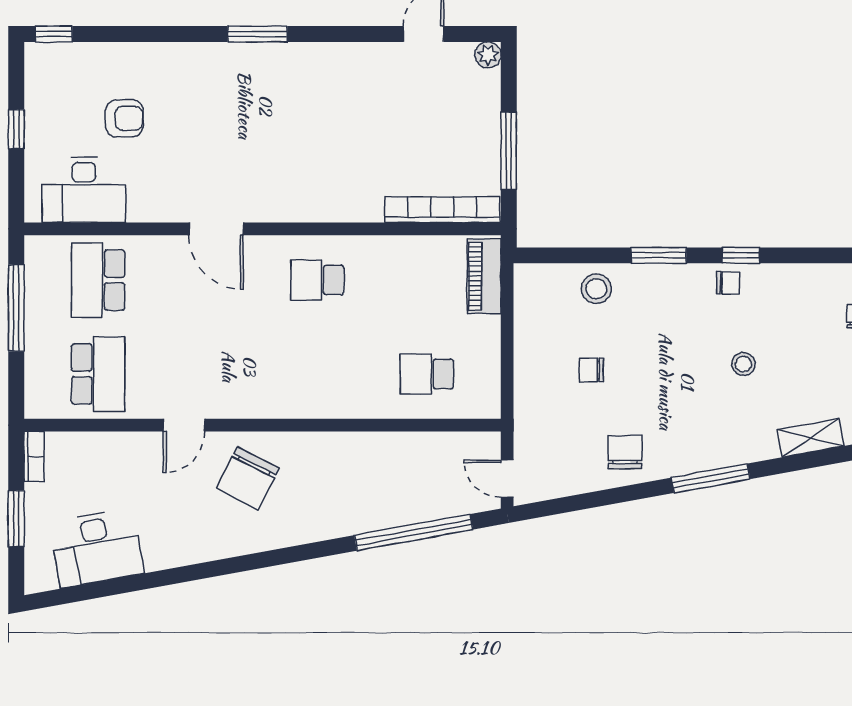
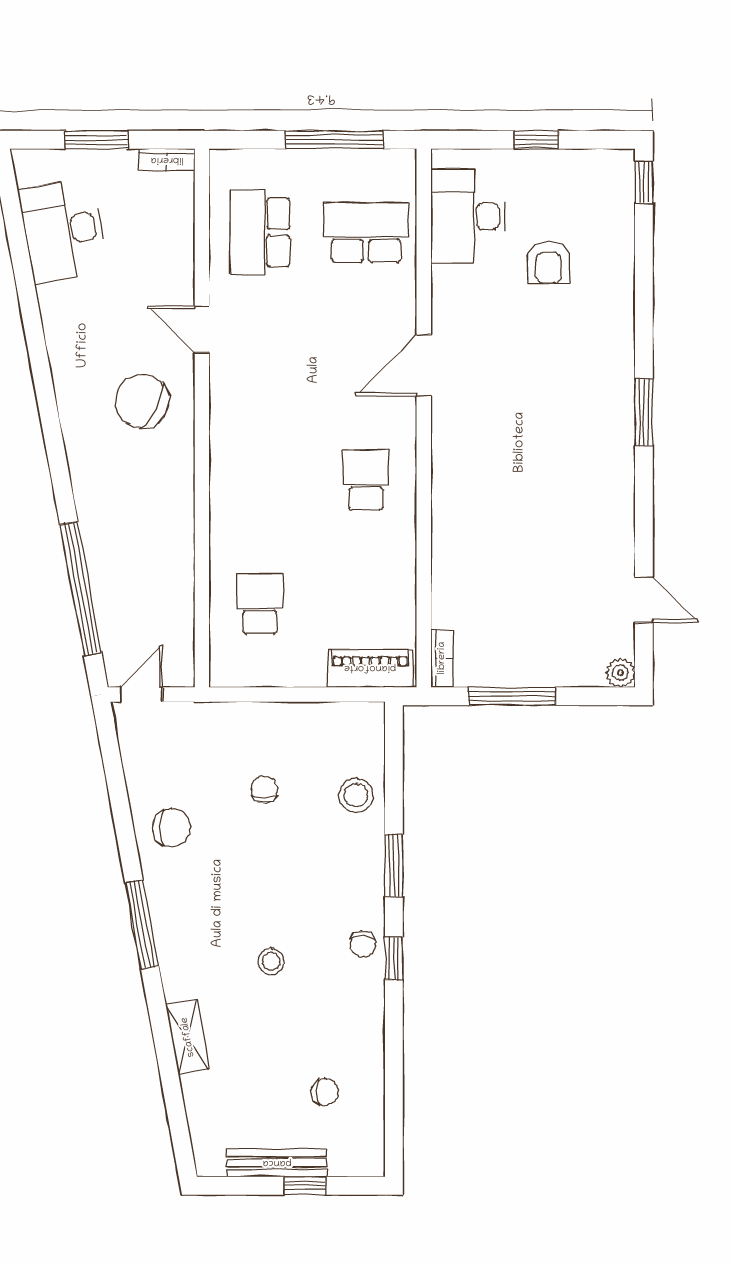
bookcase: (442, 210) -> (442, 658), width x0.43, depth x0.76
school desk: (98, 374) -> (260, 232), turned 90

